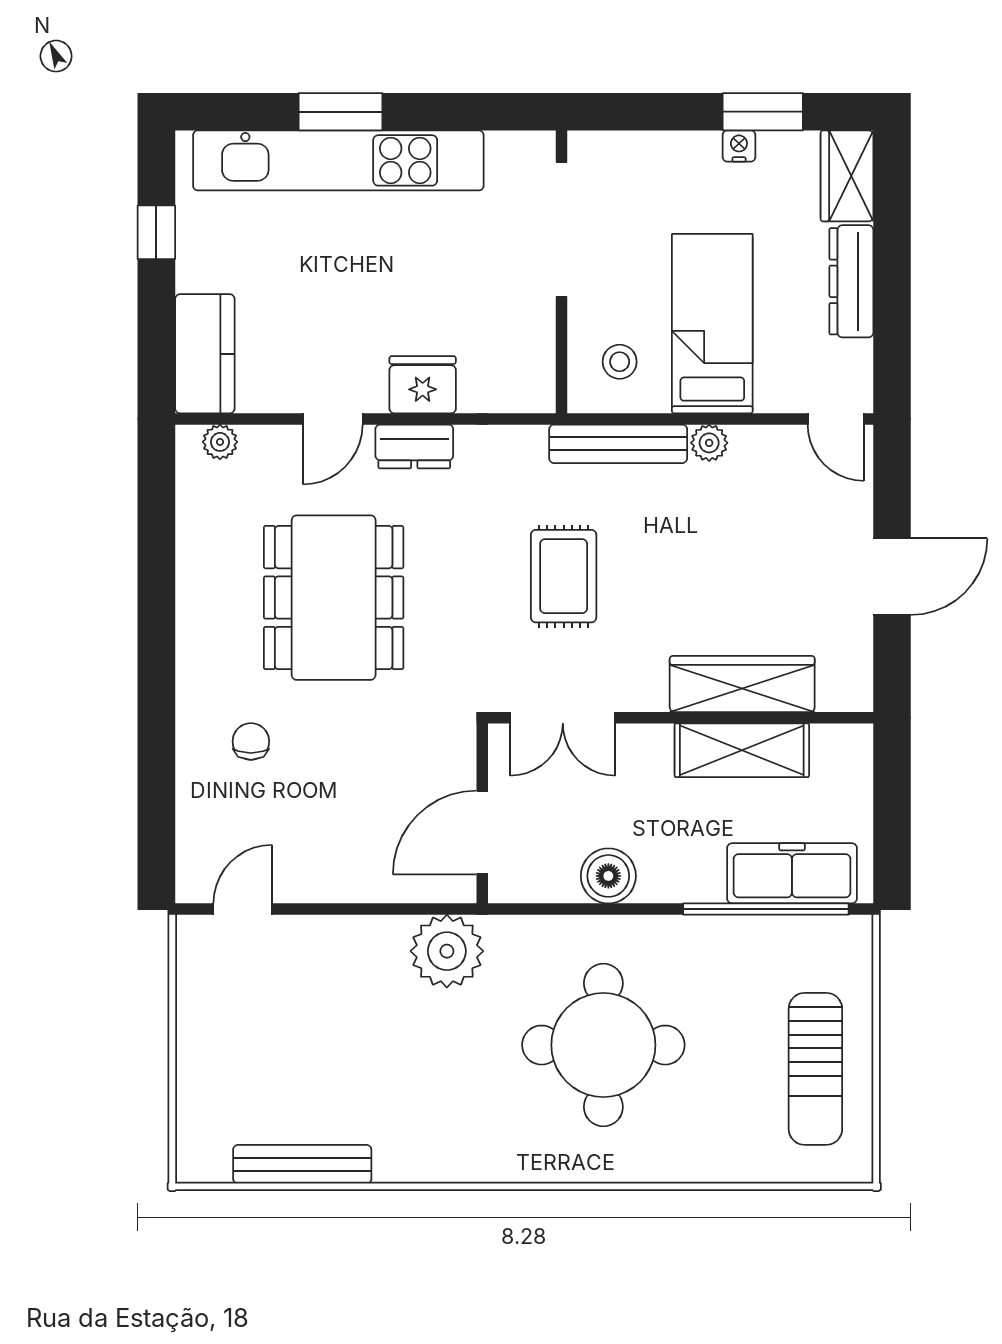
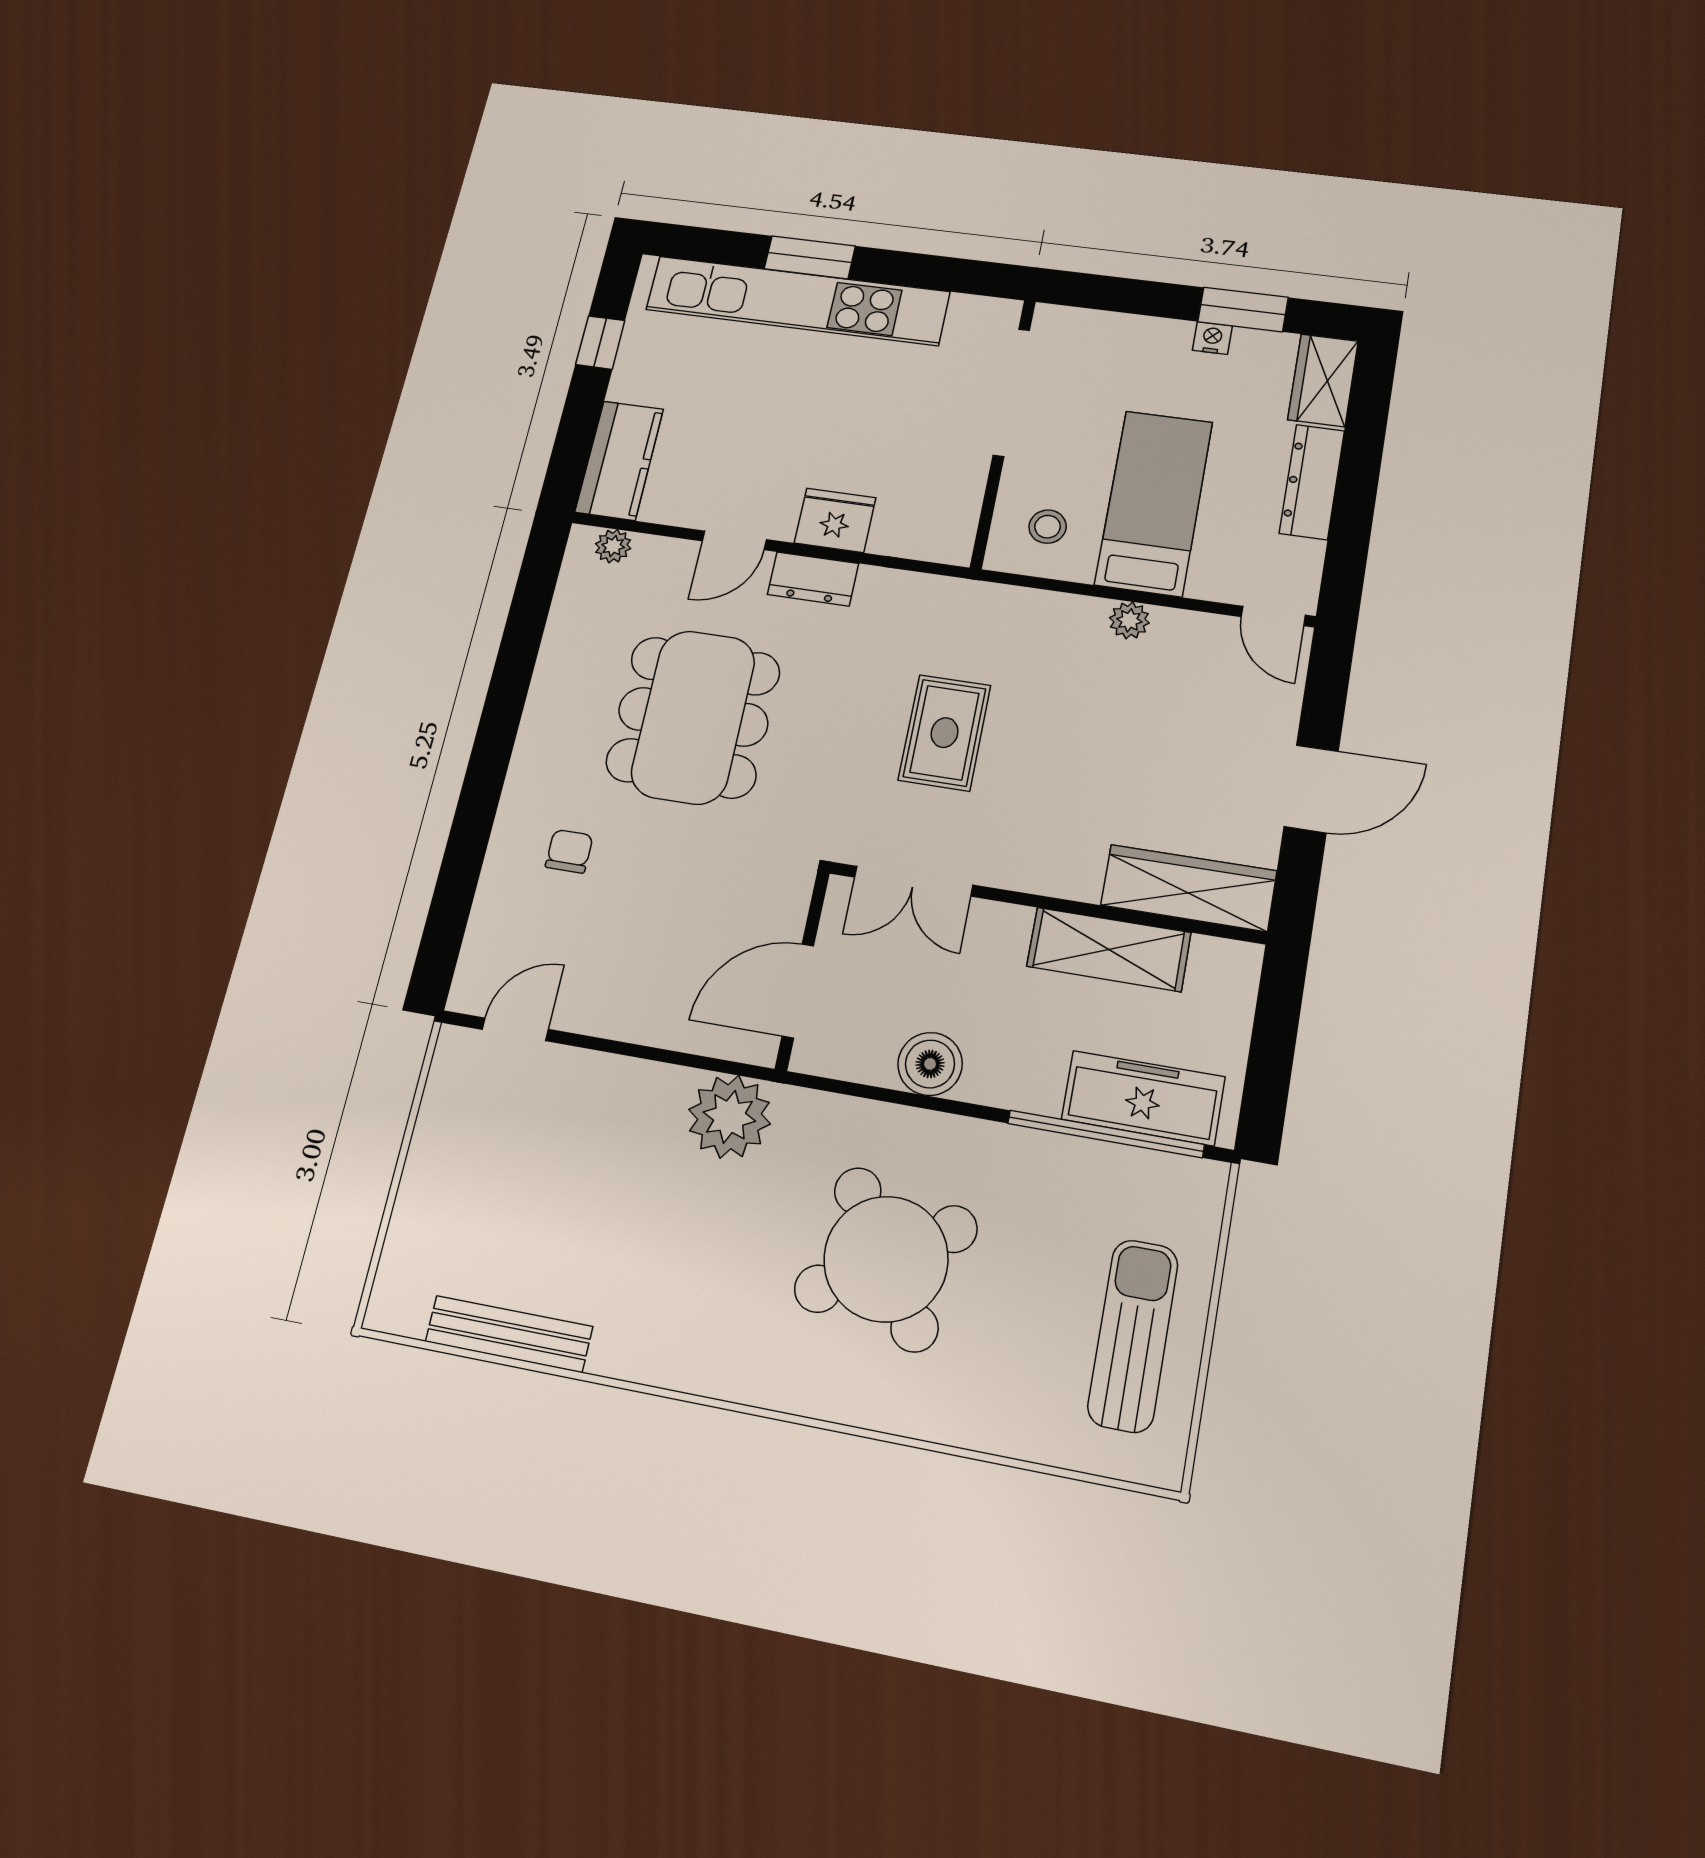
bench: (618, 444) -> (1030, 607), removed
wardrobe: (742, 684) -> (1189, 888), moved
round table: (603, 1045) -> (886, 1259), turned -34
sun lounger: (815, 1069) -> (1133, 1335), turned 180

